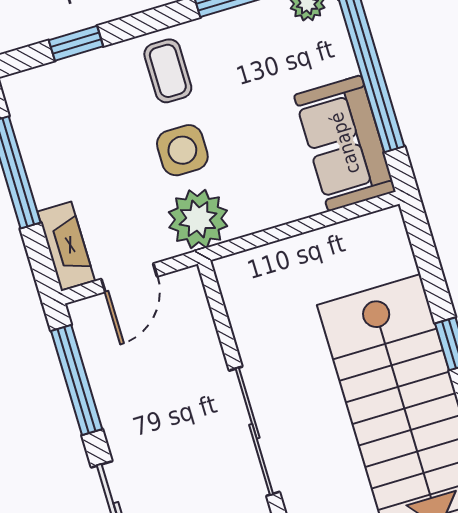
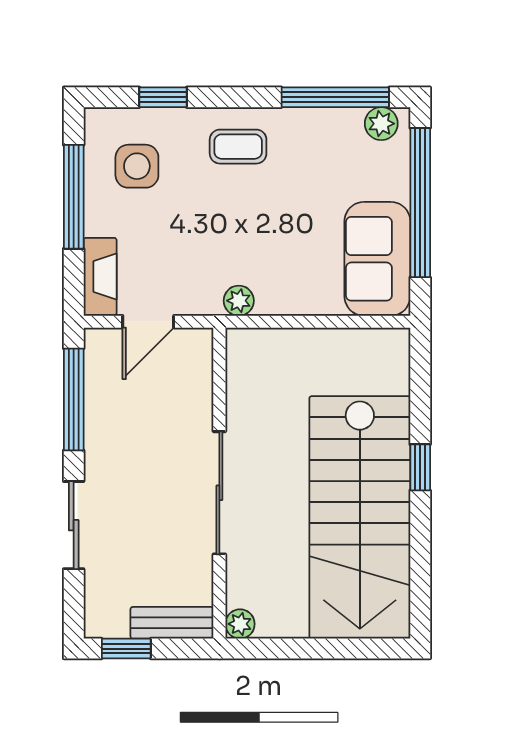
coffee table: (168, 71) -> (238, 147), turned 90
side table: (182, 150) -> (137, 166), moved
plant: (198, 219) -> (239, 301), width x0.53, depth x0.53

